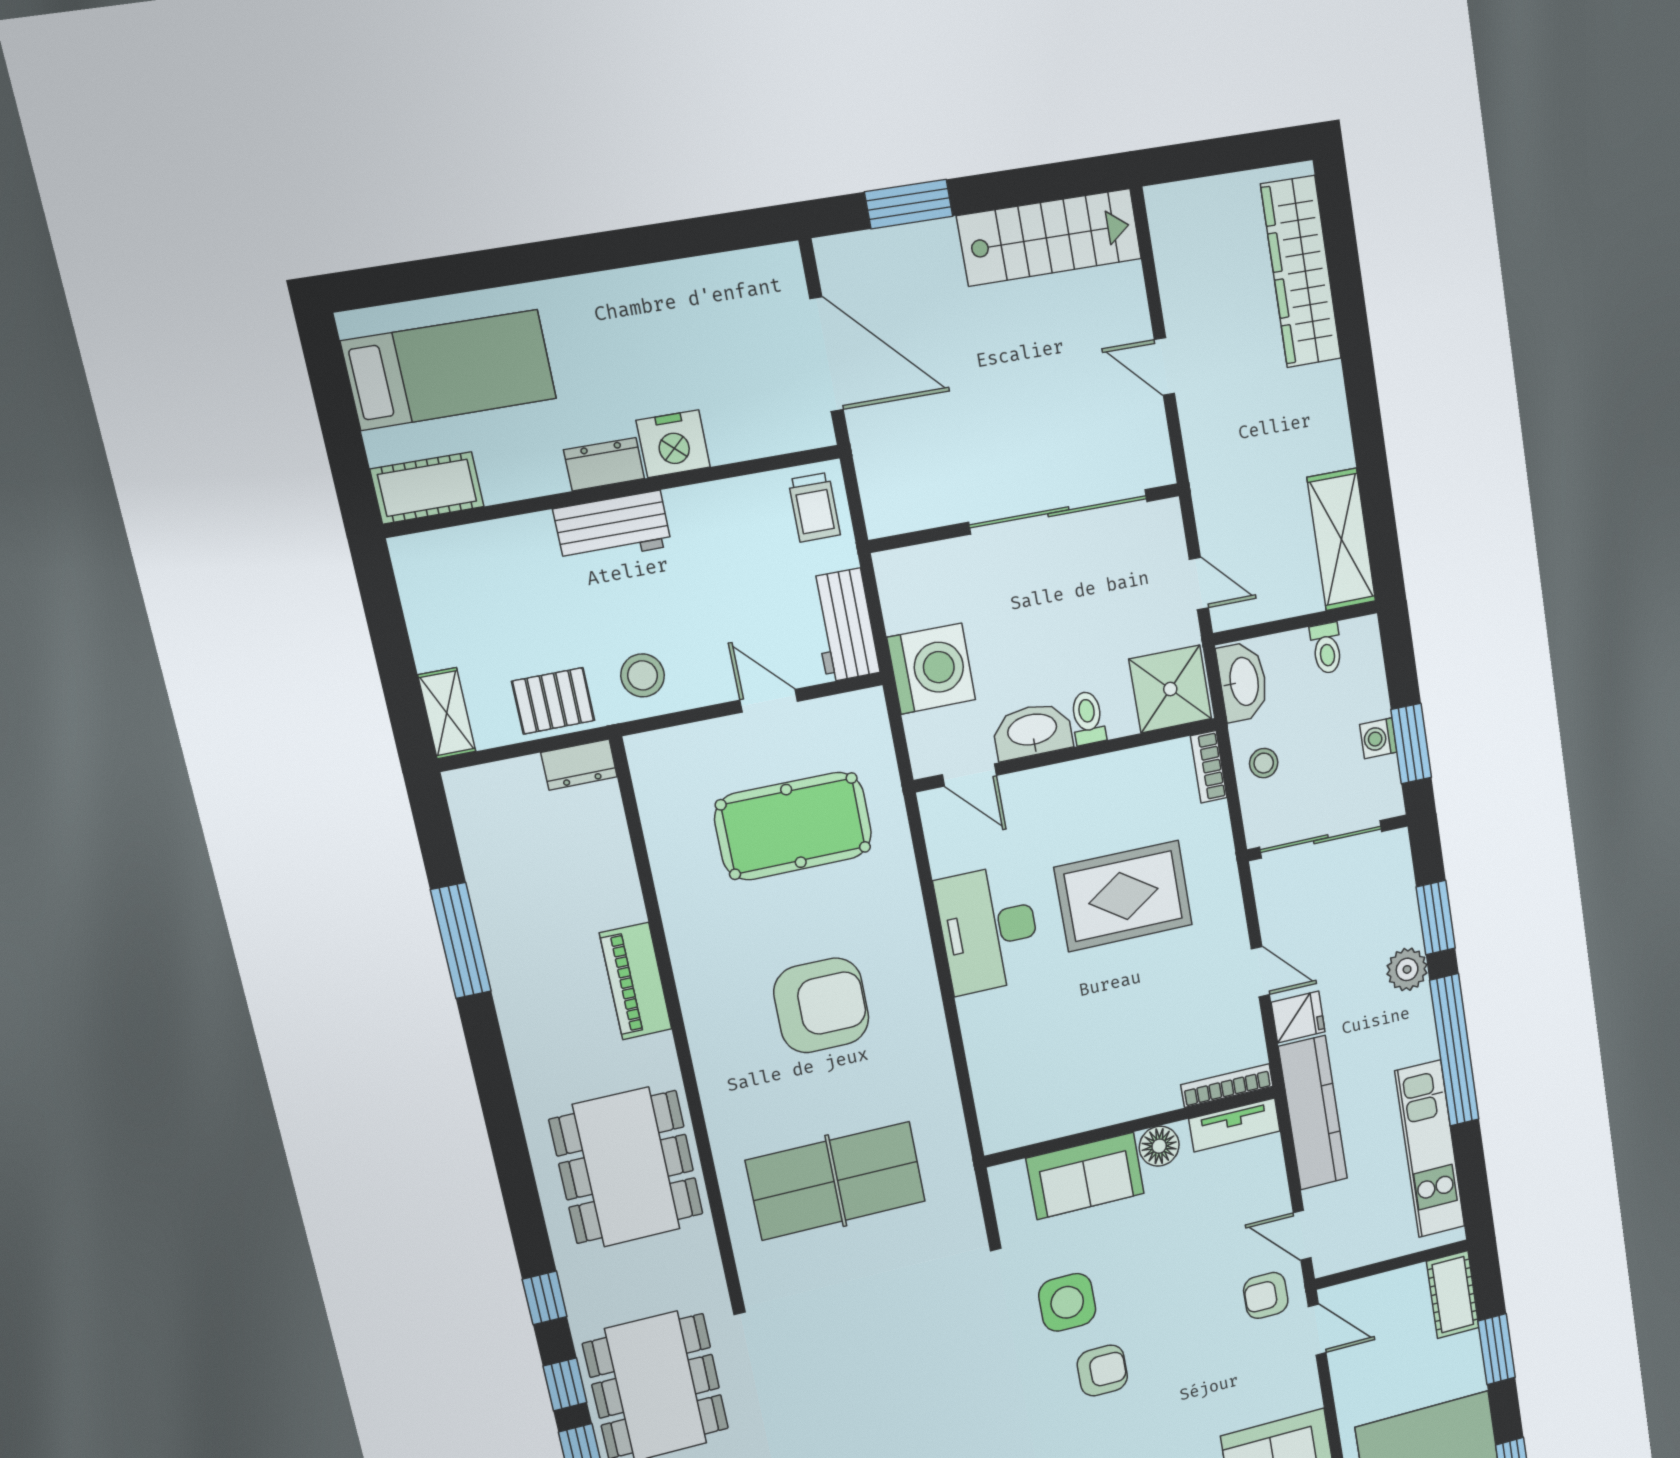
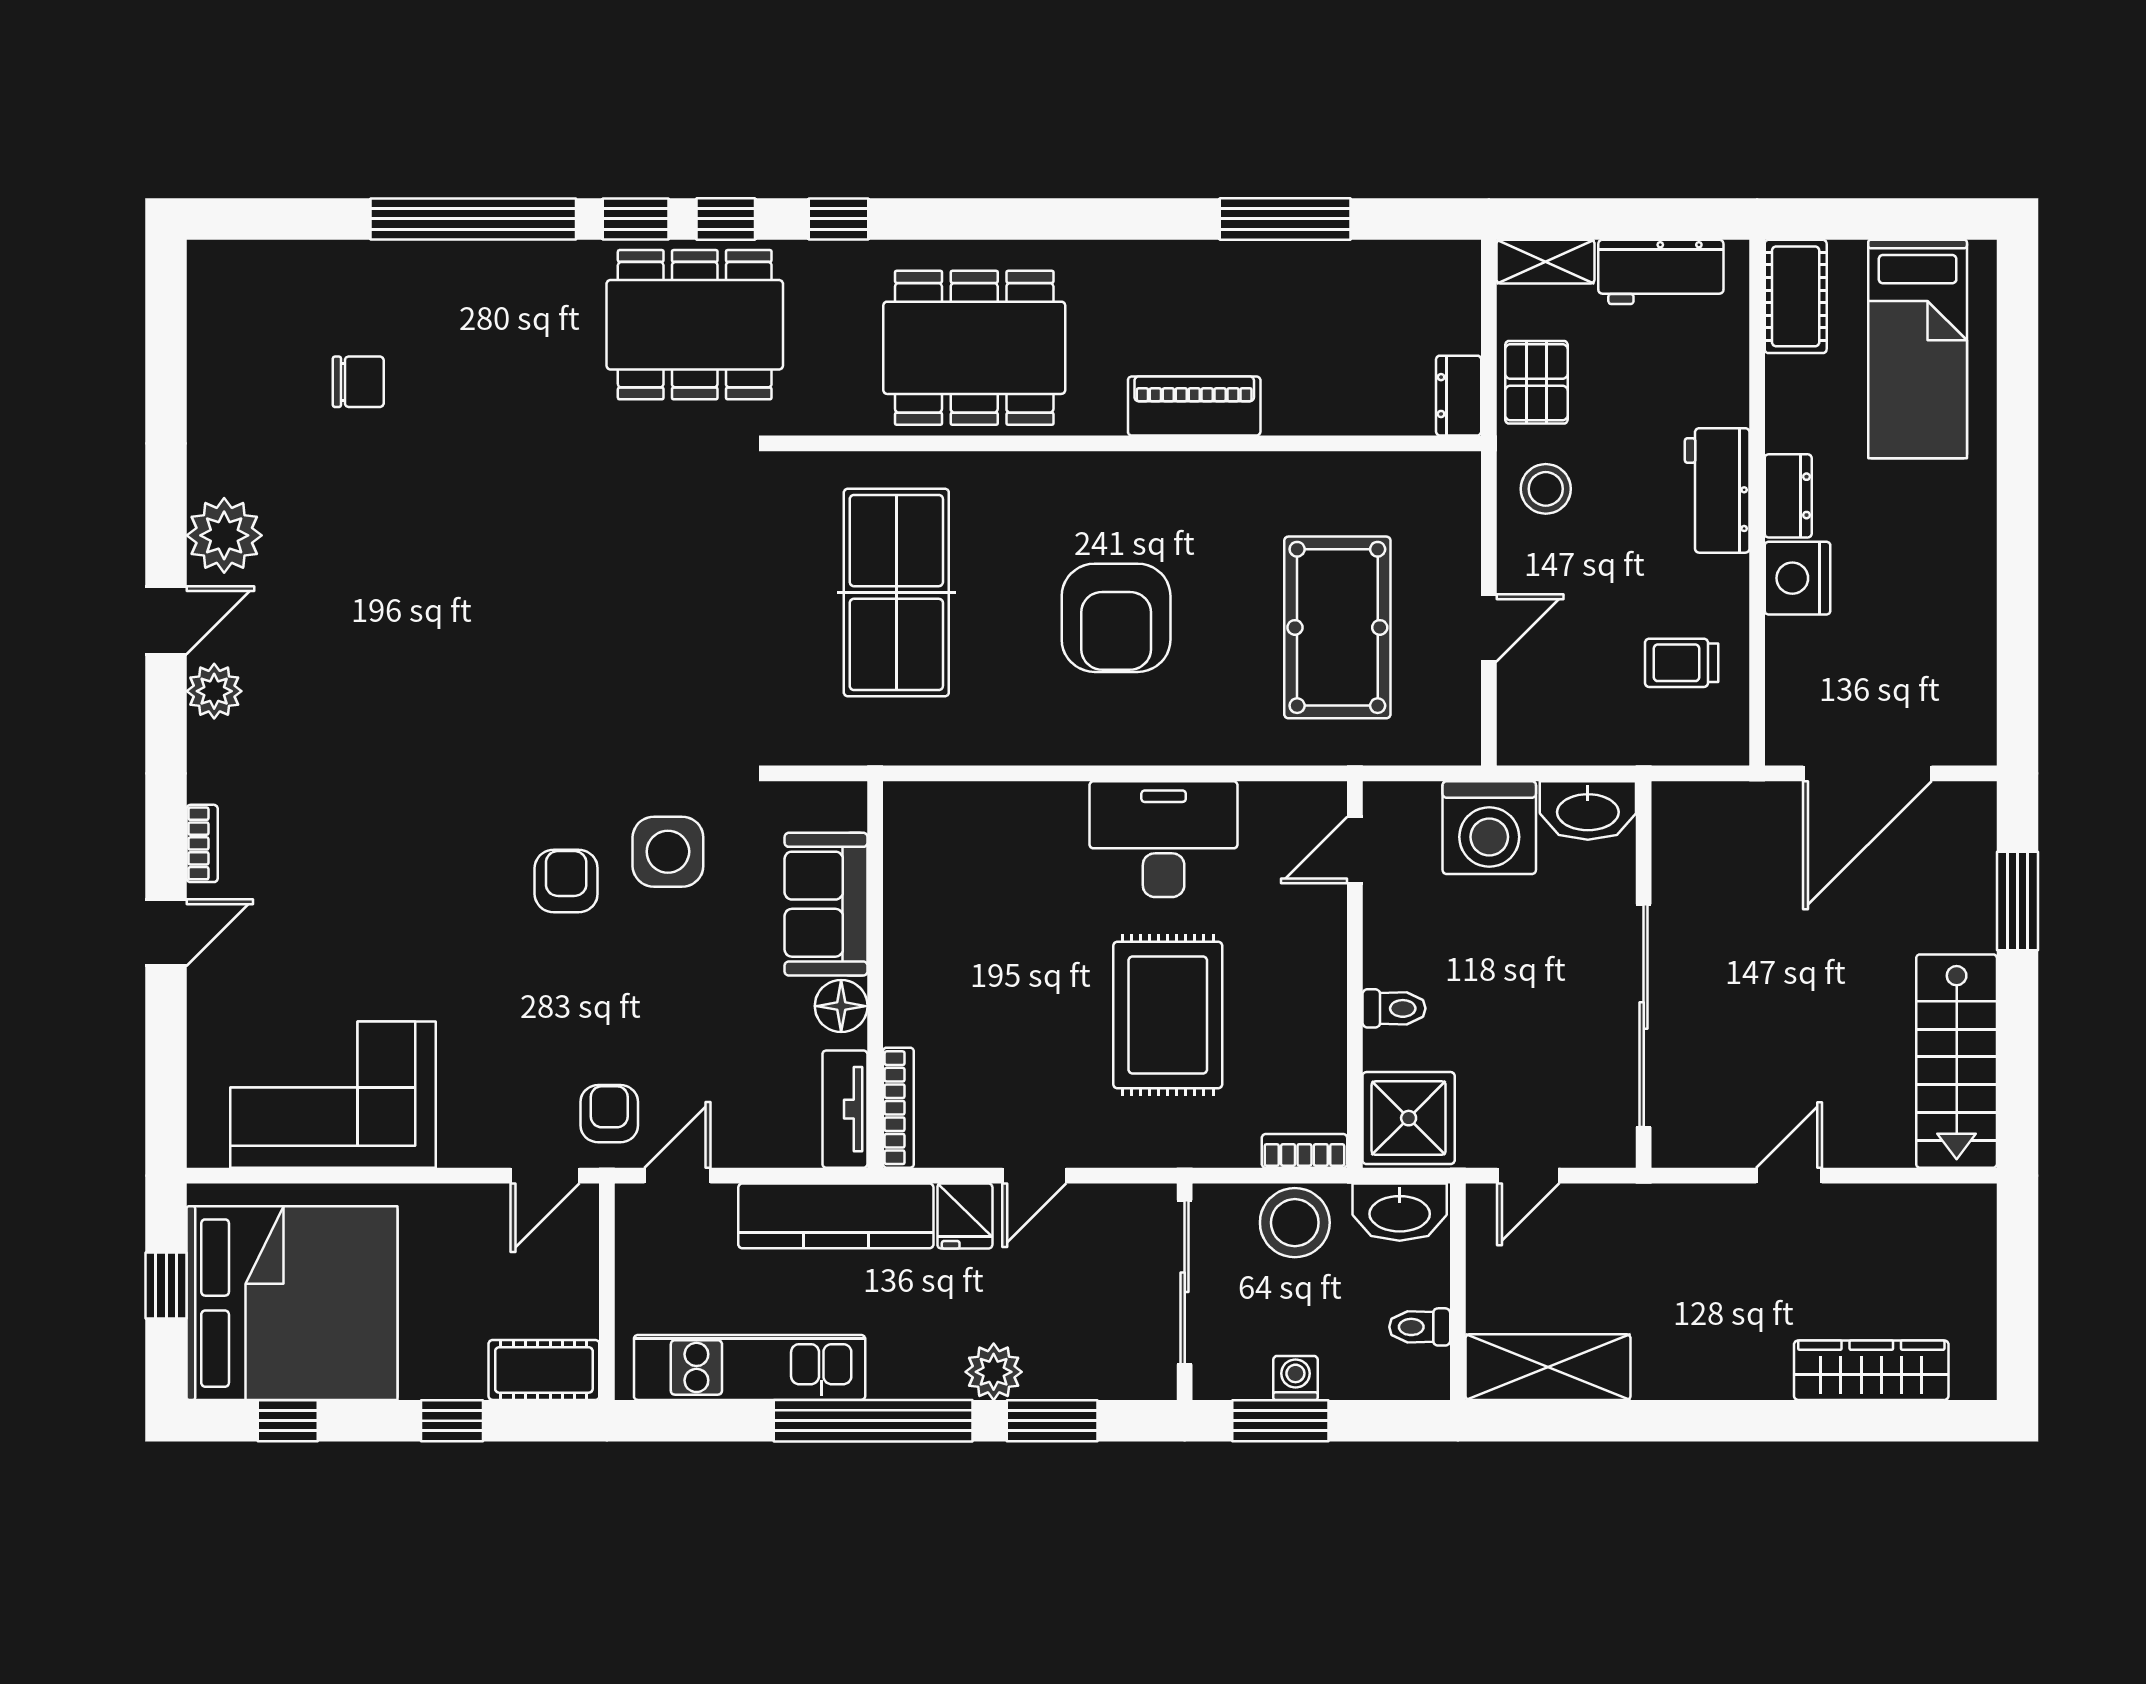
wardrobe: (1301, 272) -> (1871, 1370), width x0.71, depth x0.85
trolley: (814, 507) -> (1682, 663), moved
workbench: (844, 625) -> (1661, 272), moved, turned 180
washbasin: (1032, 731) -> (1588, 810), moved, turned 90
stool: (1264, 763) -> (1295, 1223), width x1.89, depth x1.89
window: (1497, 1349) -> (452, 1421), width x0.67
armchair: (1102, 1370) -> (566, 881), turned 180

